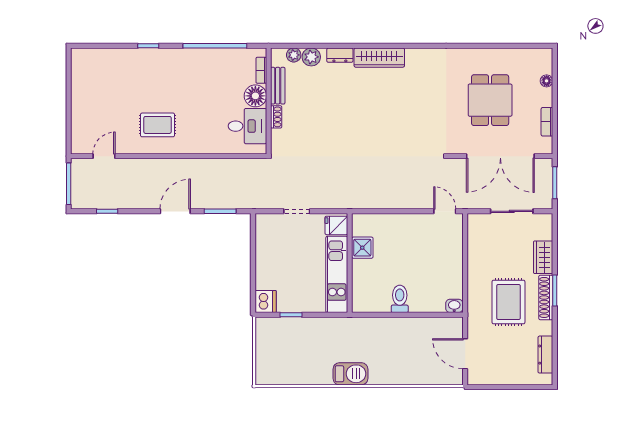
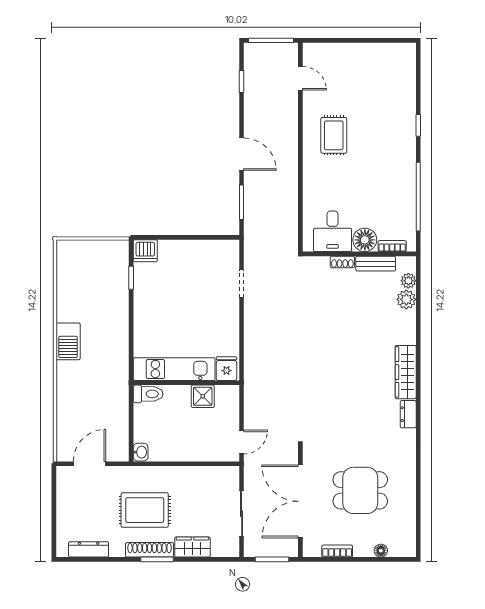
dresser: (340, 55) -> (408, 414), moved
fridge: (336, 225) -> (226, 369), moved
shower: (362, 248) -> (203, 396), moved
wall: (350, 263) -> (186, 383), moved
kitchen unit: (337, 274) -> (174, 369), moved

